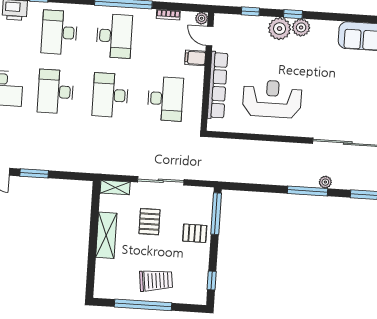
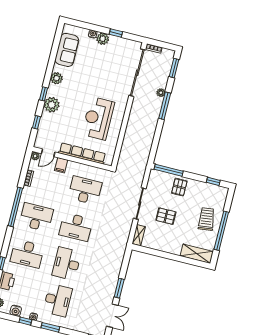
plant: (301, 27) -> (57, 78), moved
desk: (56, 92) -> (67, 264), turned 90
shelving: (106, 235) -> (197, 254), moved

